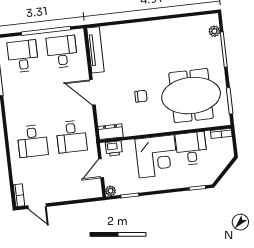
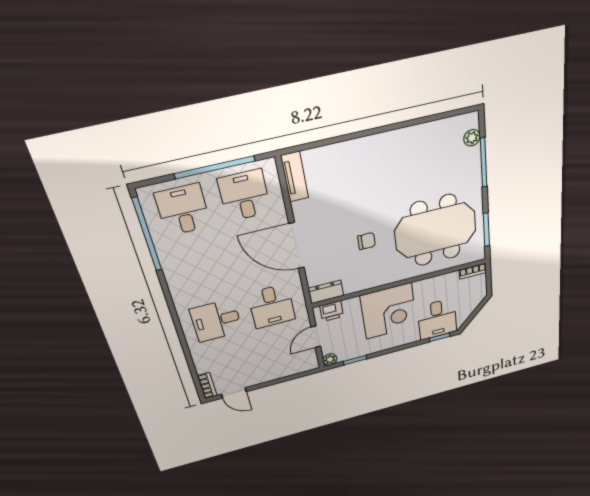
tv unit: (95, 50) -> (295, 177), width x0.71
door: (92, 92) -> (297, 246), width x1.36
desk: (33, 141) -> (216, 320), turned 90
desk: (191, 148) -> (437, 319), moved, turned 180

